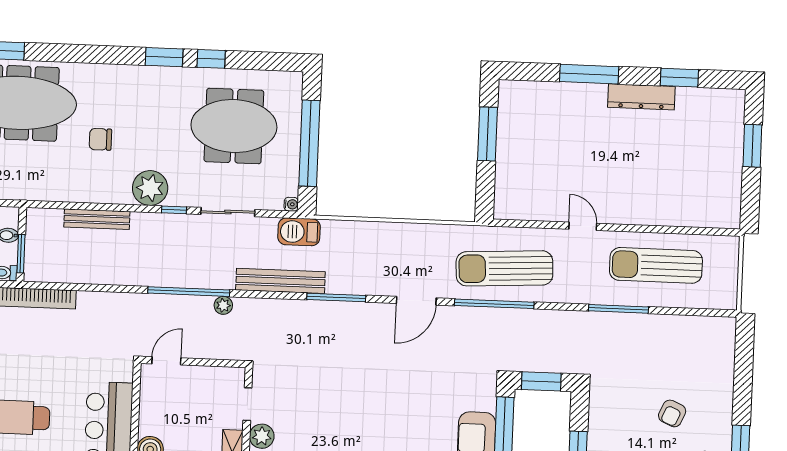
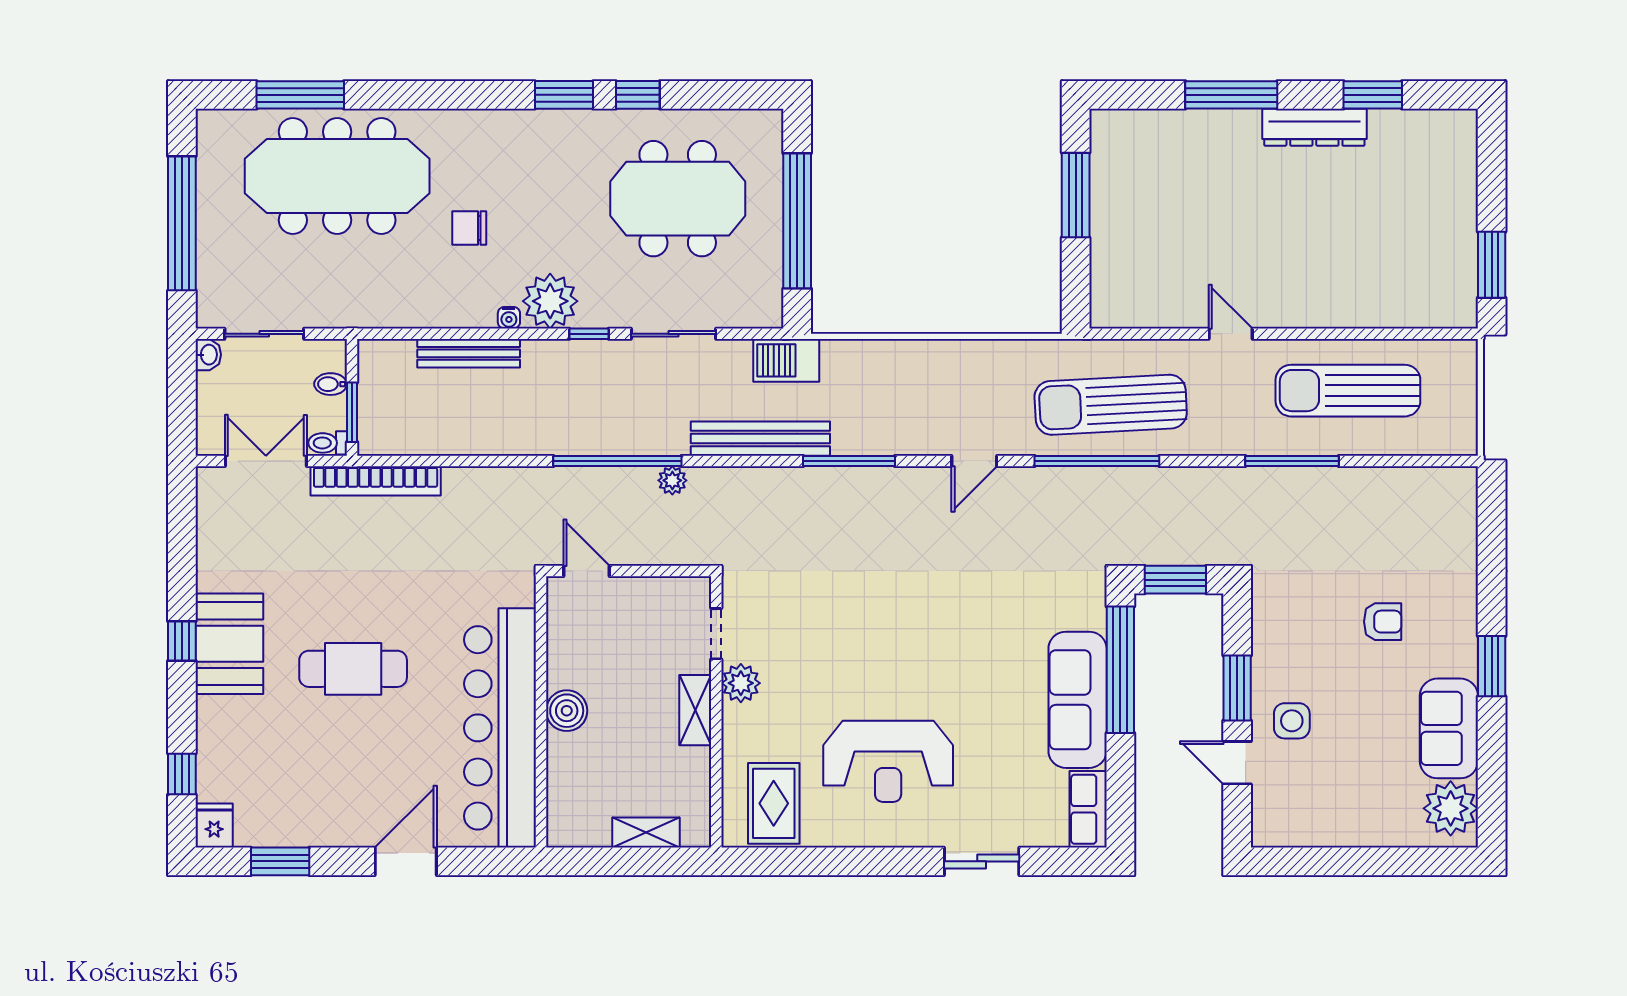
window: (752, 146) -> (1492, 265), moved
water cooler: (291, 204) -> (509, 318), moved, turned 90
door: (416, 301) -> (974, 461), width x0.73
door: (166, 361) -> (587, 571), hinge flipped
armchair: (672, 413) -> (1383, 622), turned -114

